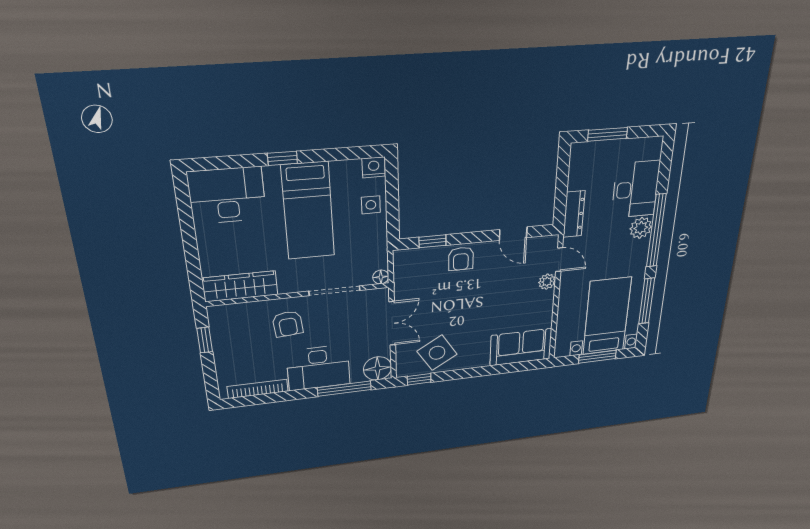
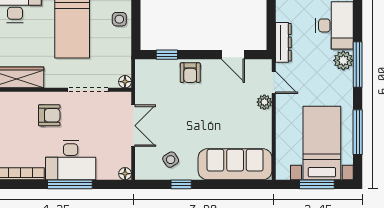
window: (656, 231) -> (358, 65), width x0.68
armchair: (288, 324) -> (49, 115), turned -85
sofa: (521, 347) -> (235, 164), width x1.36
side table: (437, 353) -> (171, 160), width x0.54, depth x0.54
floor lamp: (378, 368) -> (125, 174), width x0.53, depth x0.53
window: (419, 379) -> (181, 184), moved
window: (344, 389) -> (70, 184), moved

